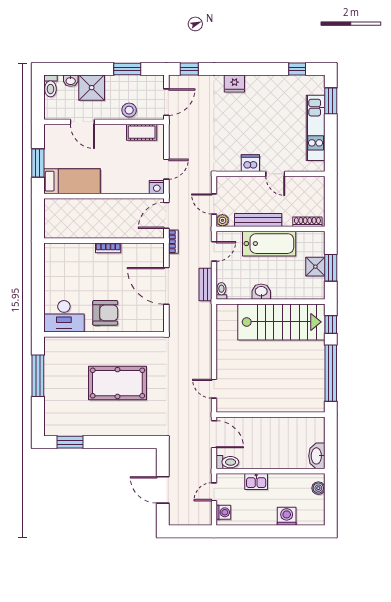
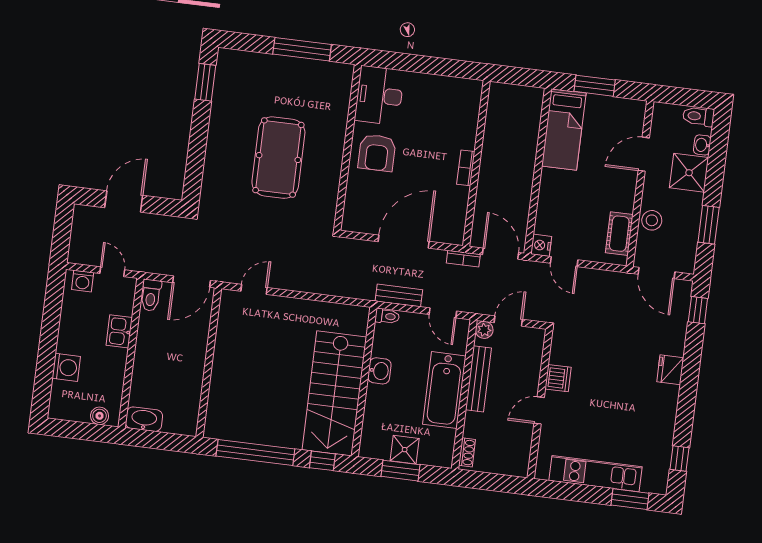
shoe rack: (307, 222) -> (467, 452), width x0.70

